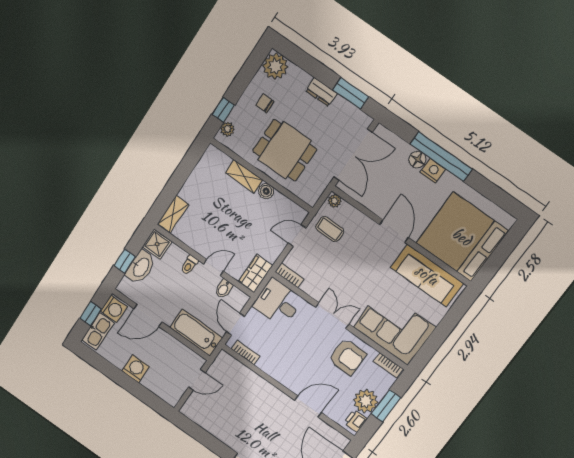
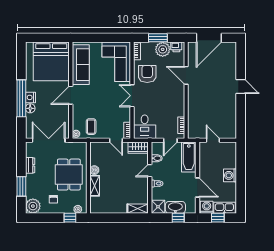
dresser: (321, 92) -> (30, 165), moved
window: (351, 93) -> (21, 186), moved
door: (297, 236) -> (116, 140), moved
door: (213, 267) -> (150, 171), hinge flipped

